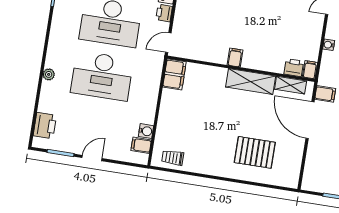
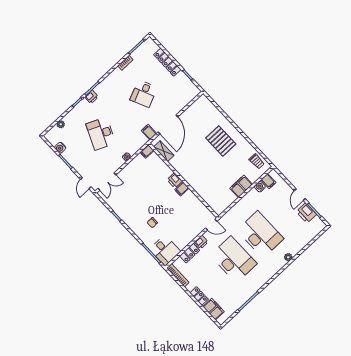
printer: (294, 68) -> (175, 180), moved
filing cabinet: (174, 74) -> (241, 186), moved
shelving: (251, 81) -> (183, 170), removed
printer: (45, 126) -> (306, 213), moved, turned -90
pallet: (255, 152) -> (221, 141), moved
door: (92, 158) -> (300, 195), hinge flipped

